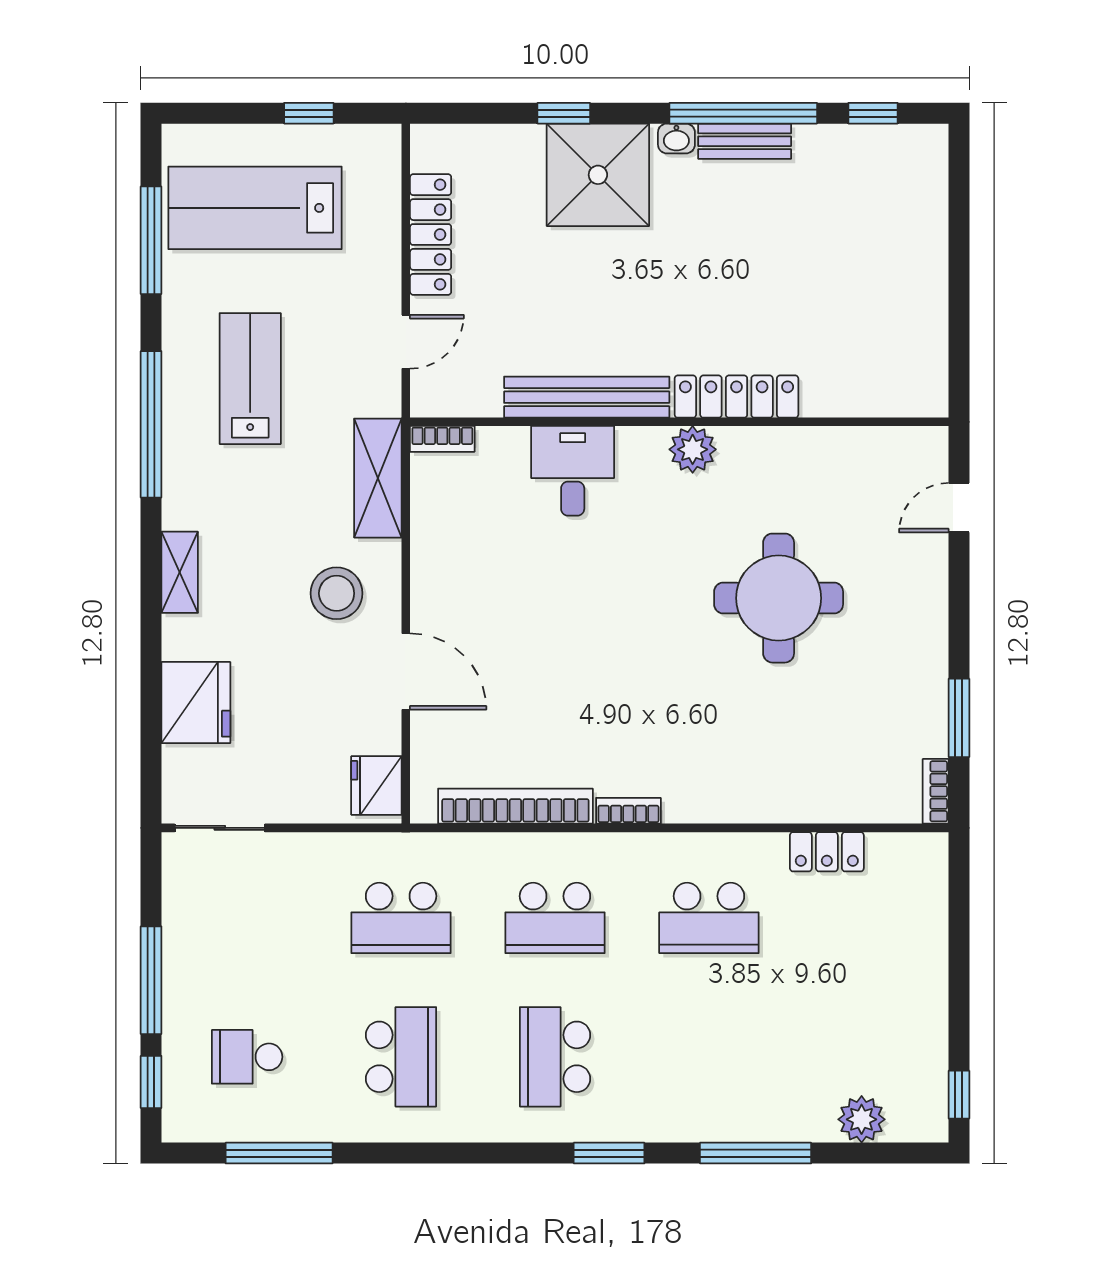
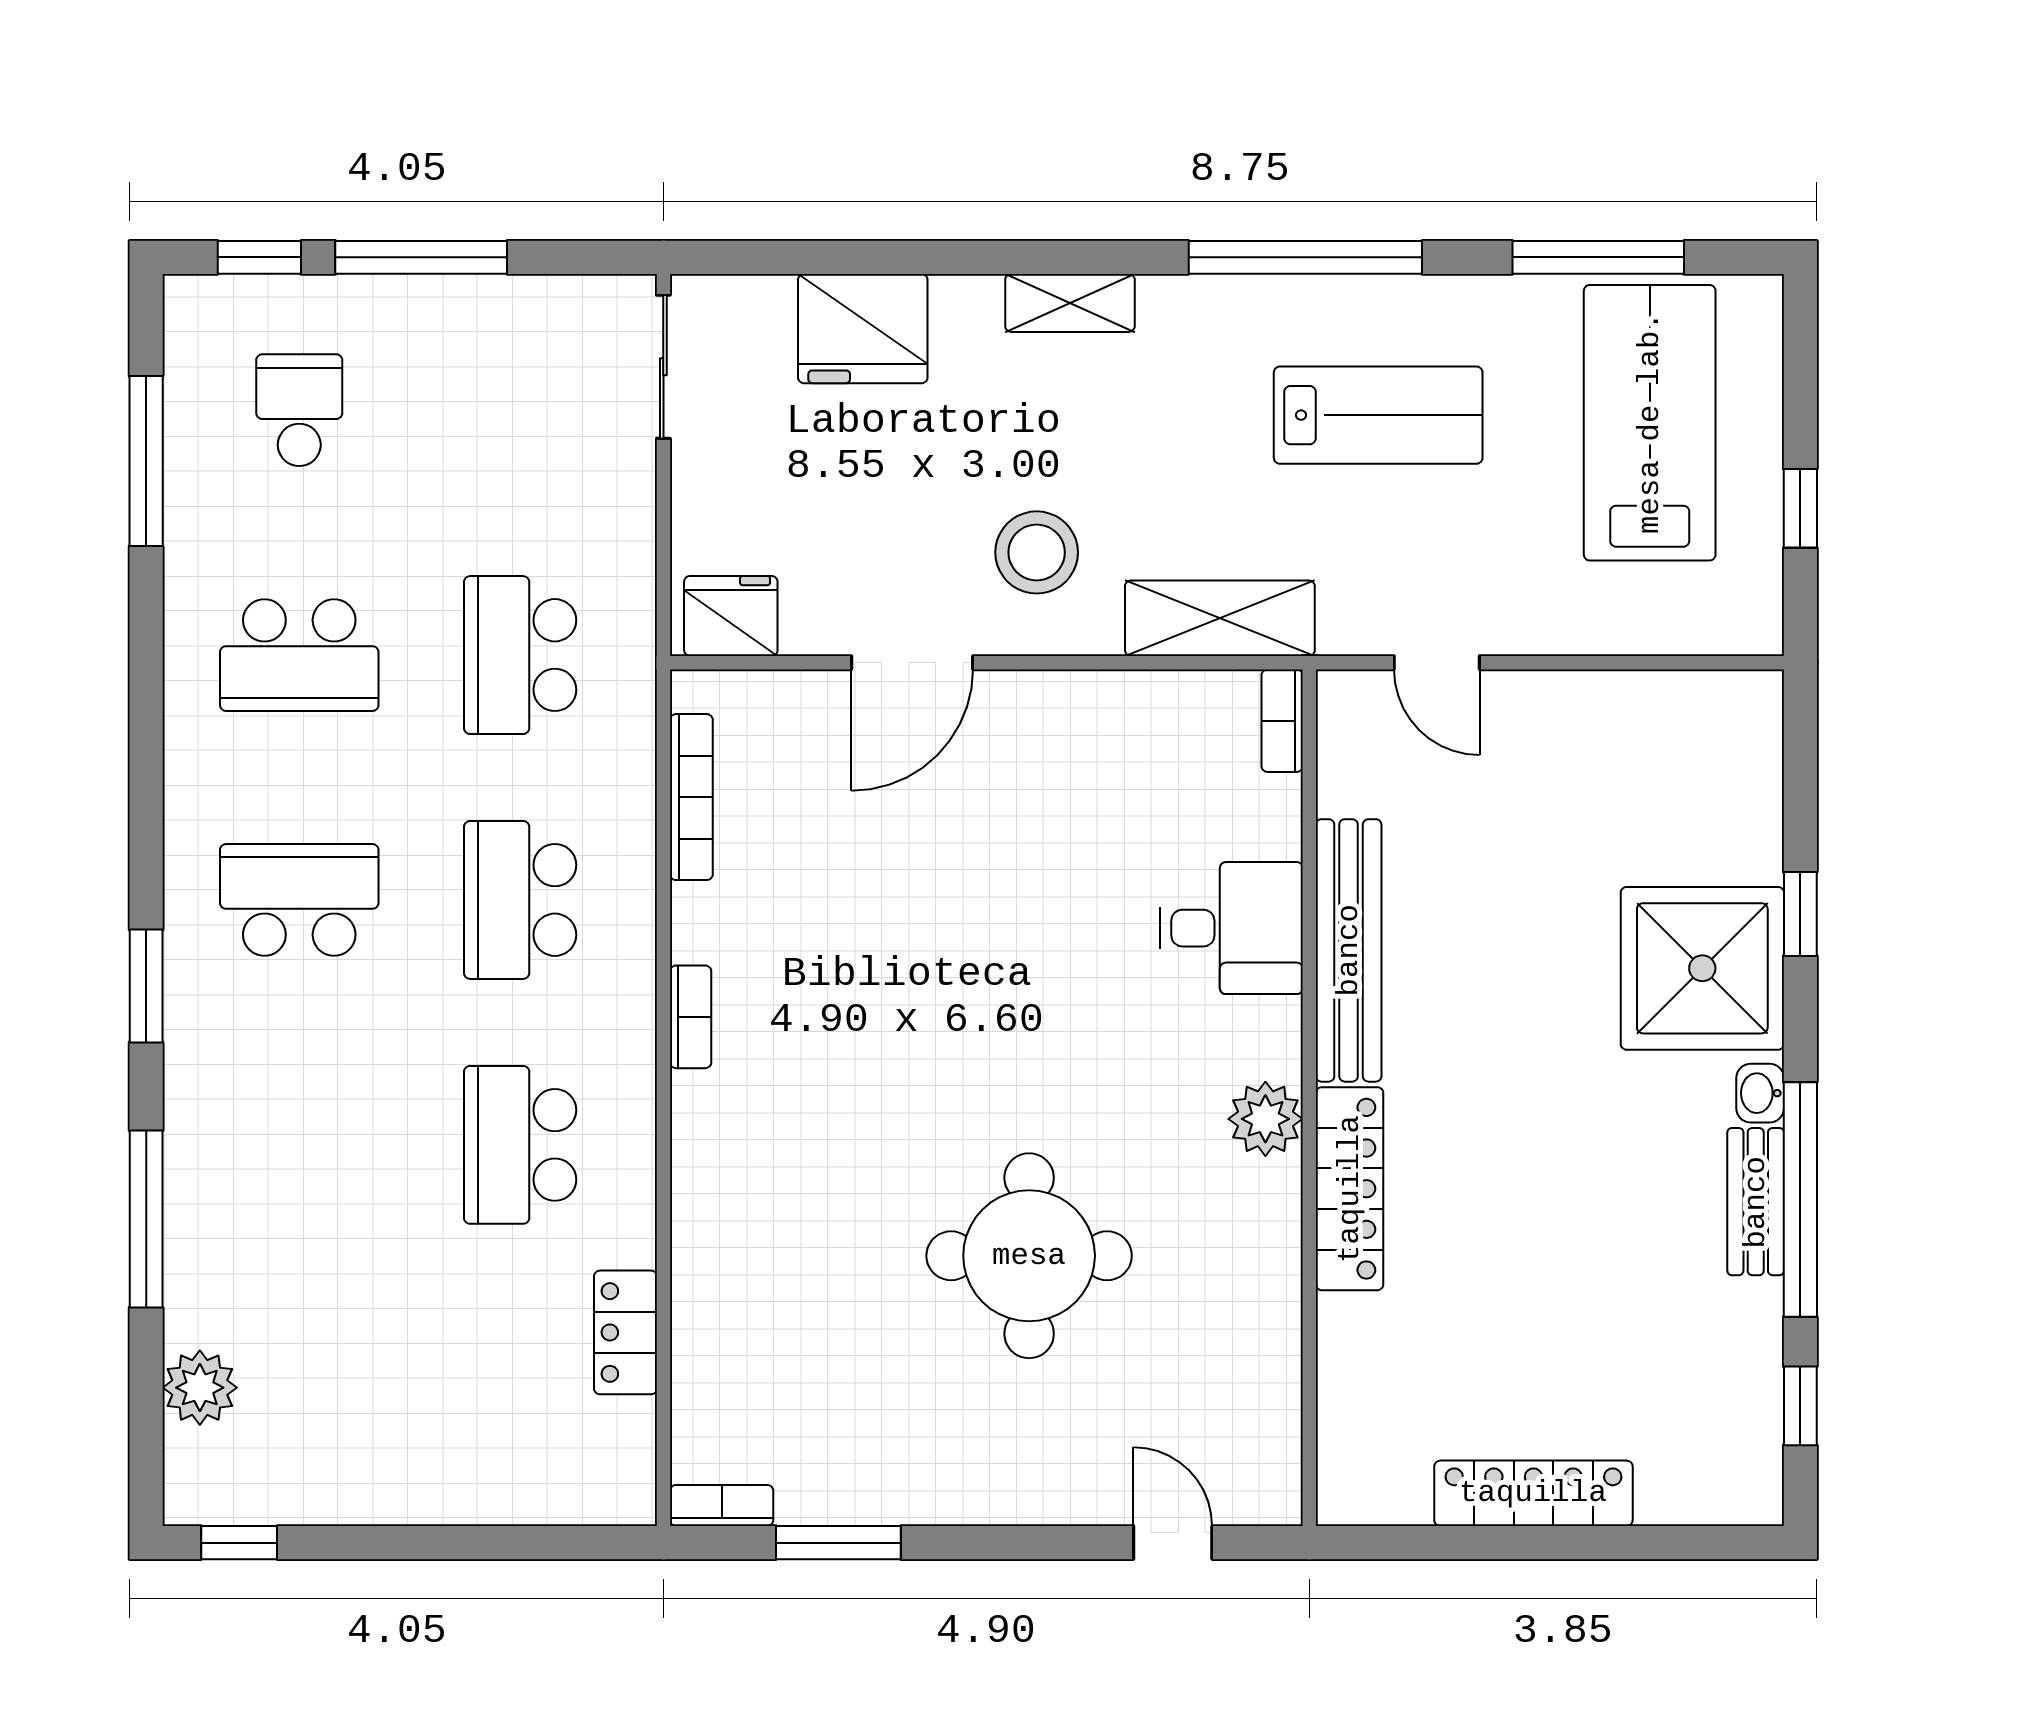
locker: (431, 234) -> (1533, 1493), moved, turned 180
bookcase: (515, 806) -> (691, 797), width x0.68, depth x0.76

